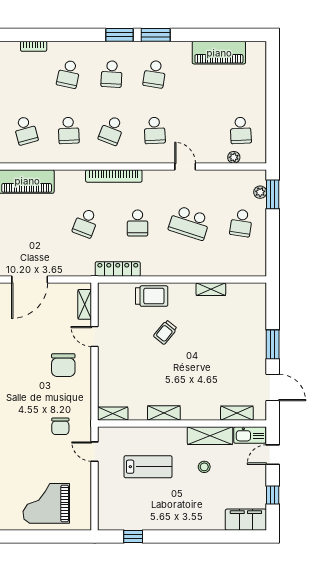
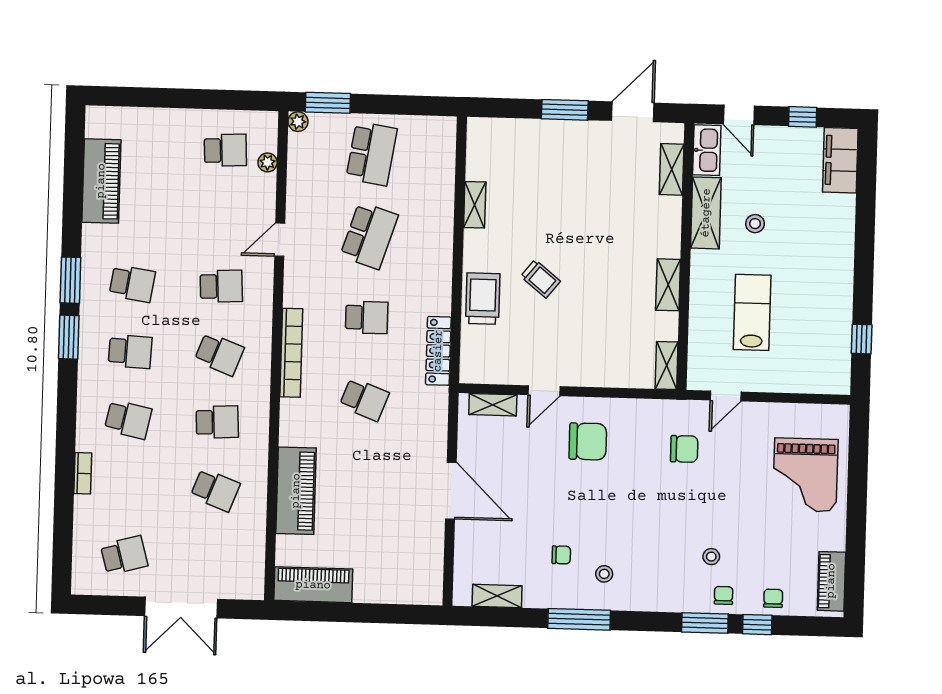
school desk: (26, 130) -> (215, 490), turned 36
plant: (260, 192) -> (298, 122), moved
school desk: (241, 223) -> (372, 154), width x1.85

